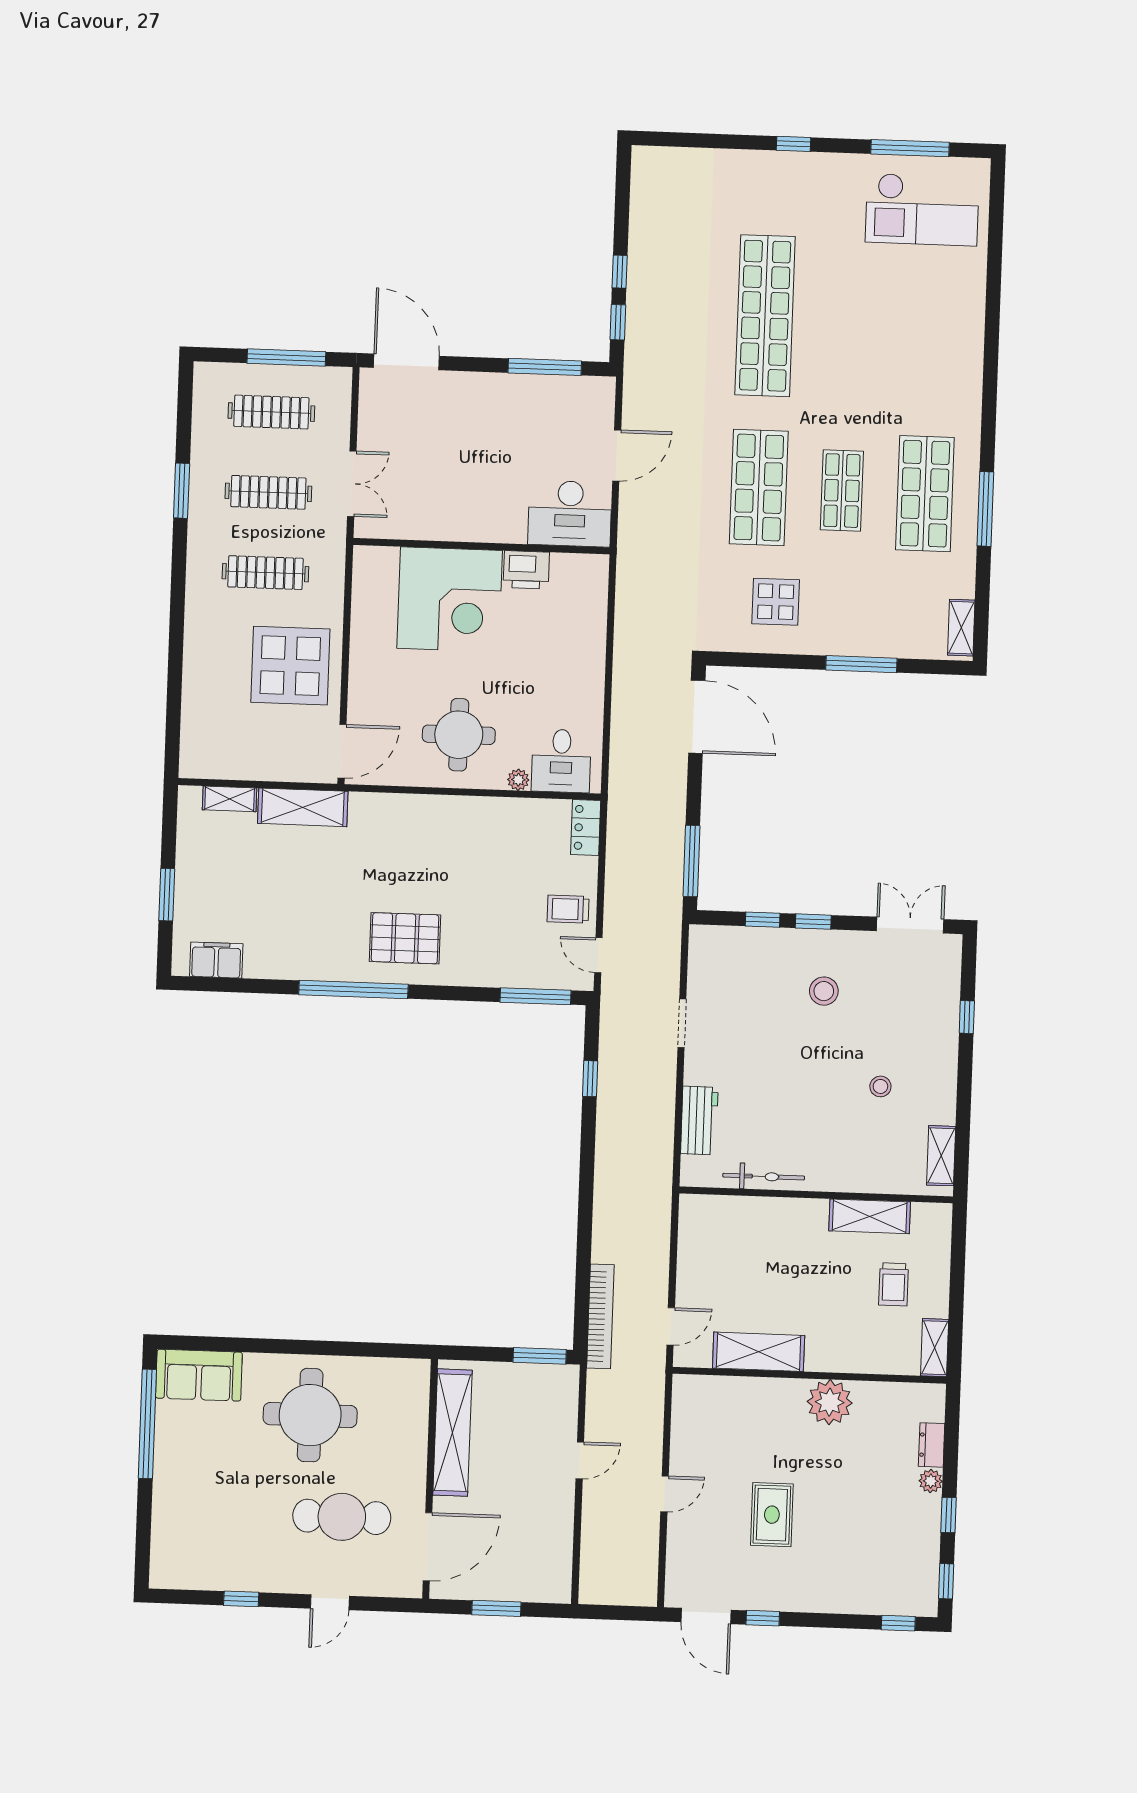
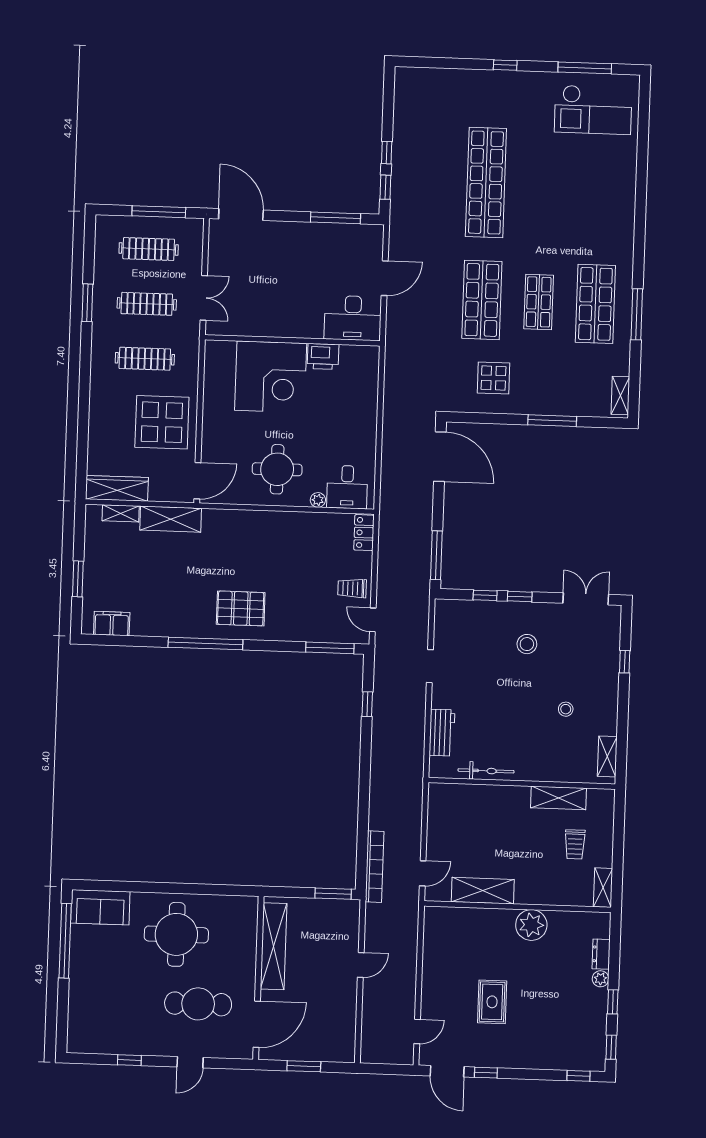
wardrobe: (224, 762) -> (117, 488), added
door: (665, 1494) -> (417, 1032), moved

